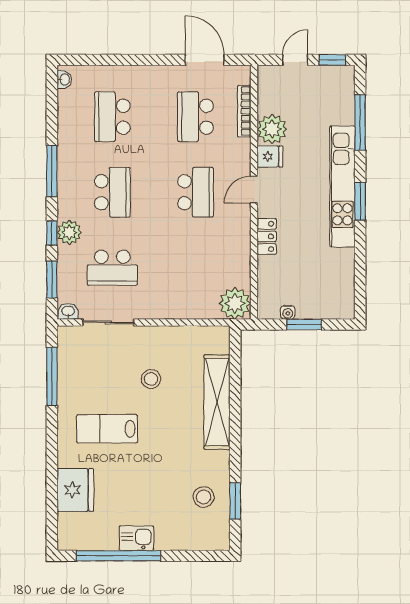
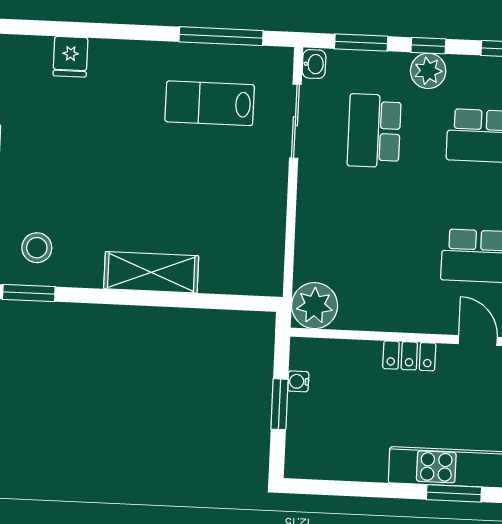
stool: (151, 379) -> (211, 179), removed
shelving: (217, 402) -> (151, 272), width x0.68
lab bench: (107, 429) -> (210, 103), moved, turned -90
fridge: (75, 490) -> (70, 57), width x0.53, depth x0.75

